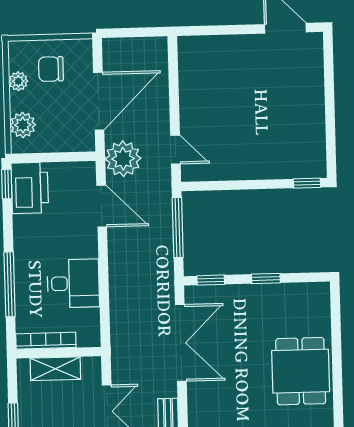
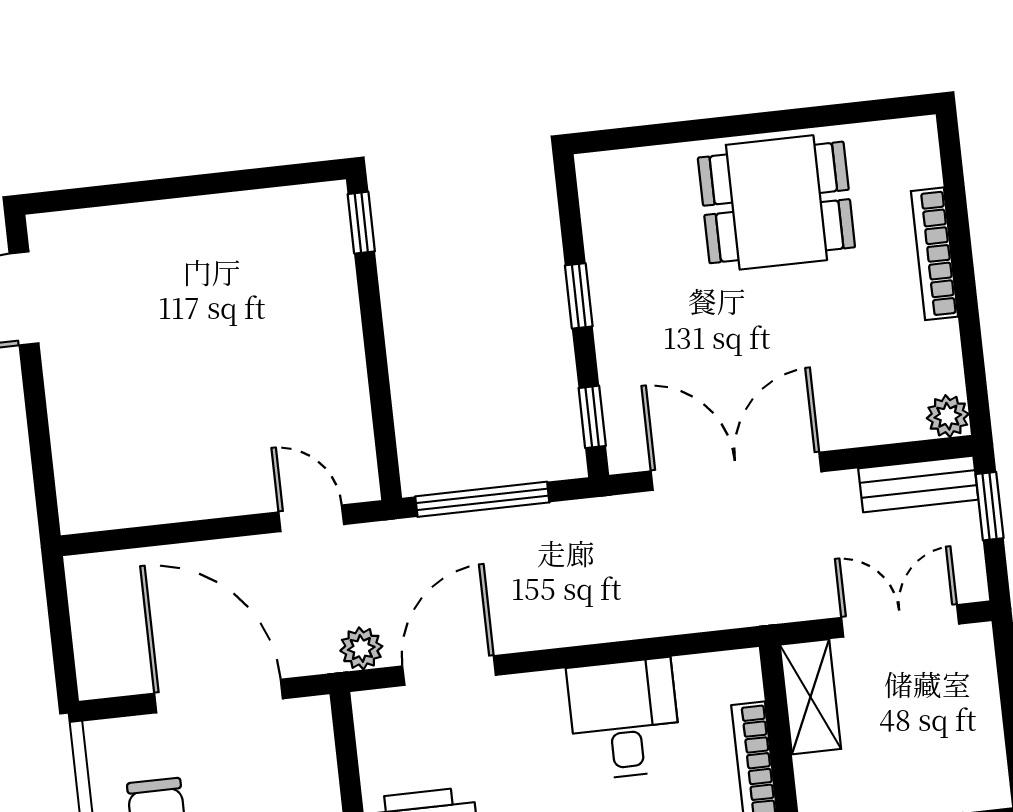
door: (175, 150) -> (311, 518), hinge flipped
plant: (123, 159) -> (361, 648), width x0.53, depth x0.53
shelving: (55, 369) -> (810, 697), moved

